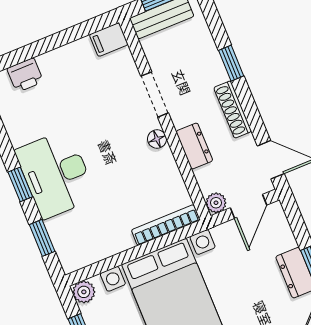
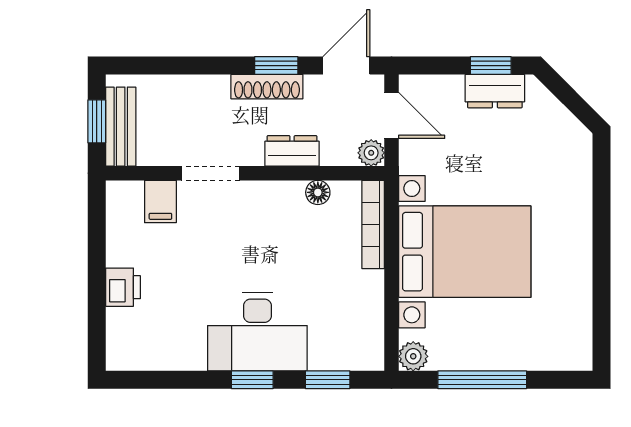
filing cabinet: (109, 40) -> (160, 201), moved
window: (231, 63) -> (276, 66), moved
printer: (25, 75) -> (123, 287), moved
floor lamp: (157, 139) -> (318, 192), moved

